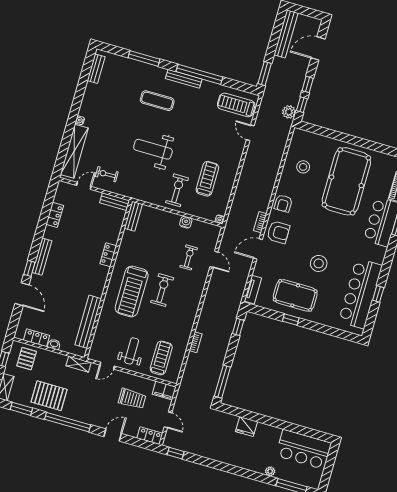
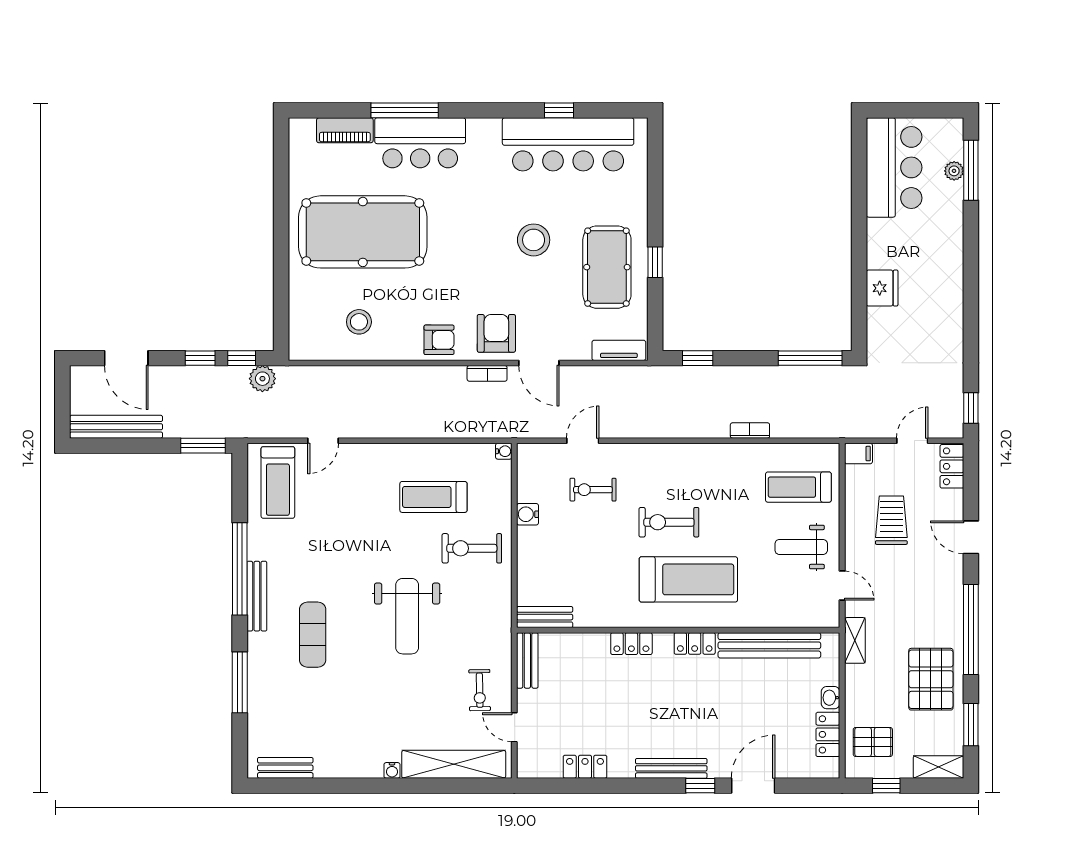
locker: (99, 286) -> (695, 643), added
filing cabinet: (164, 390) -> (858, 454), width x0.50
plant: (270, 471) -> (954, 171), moved

